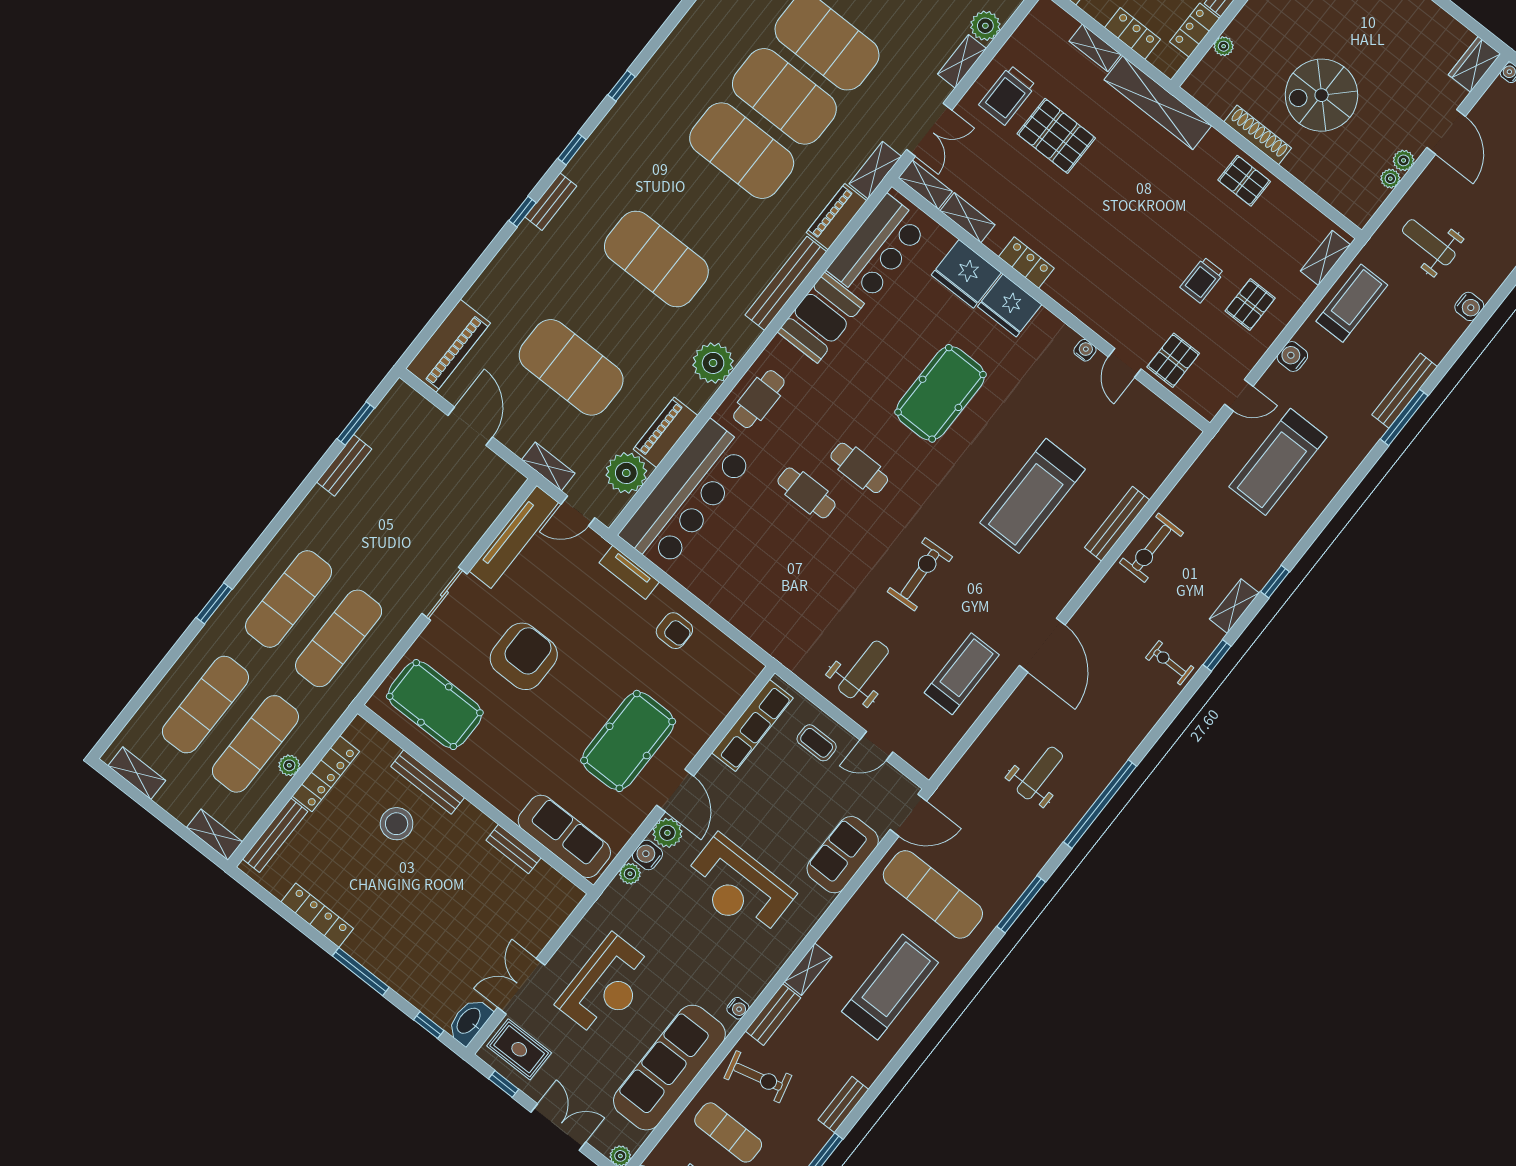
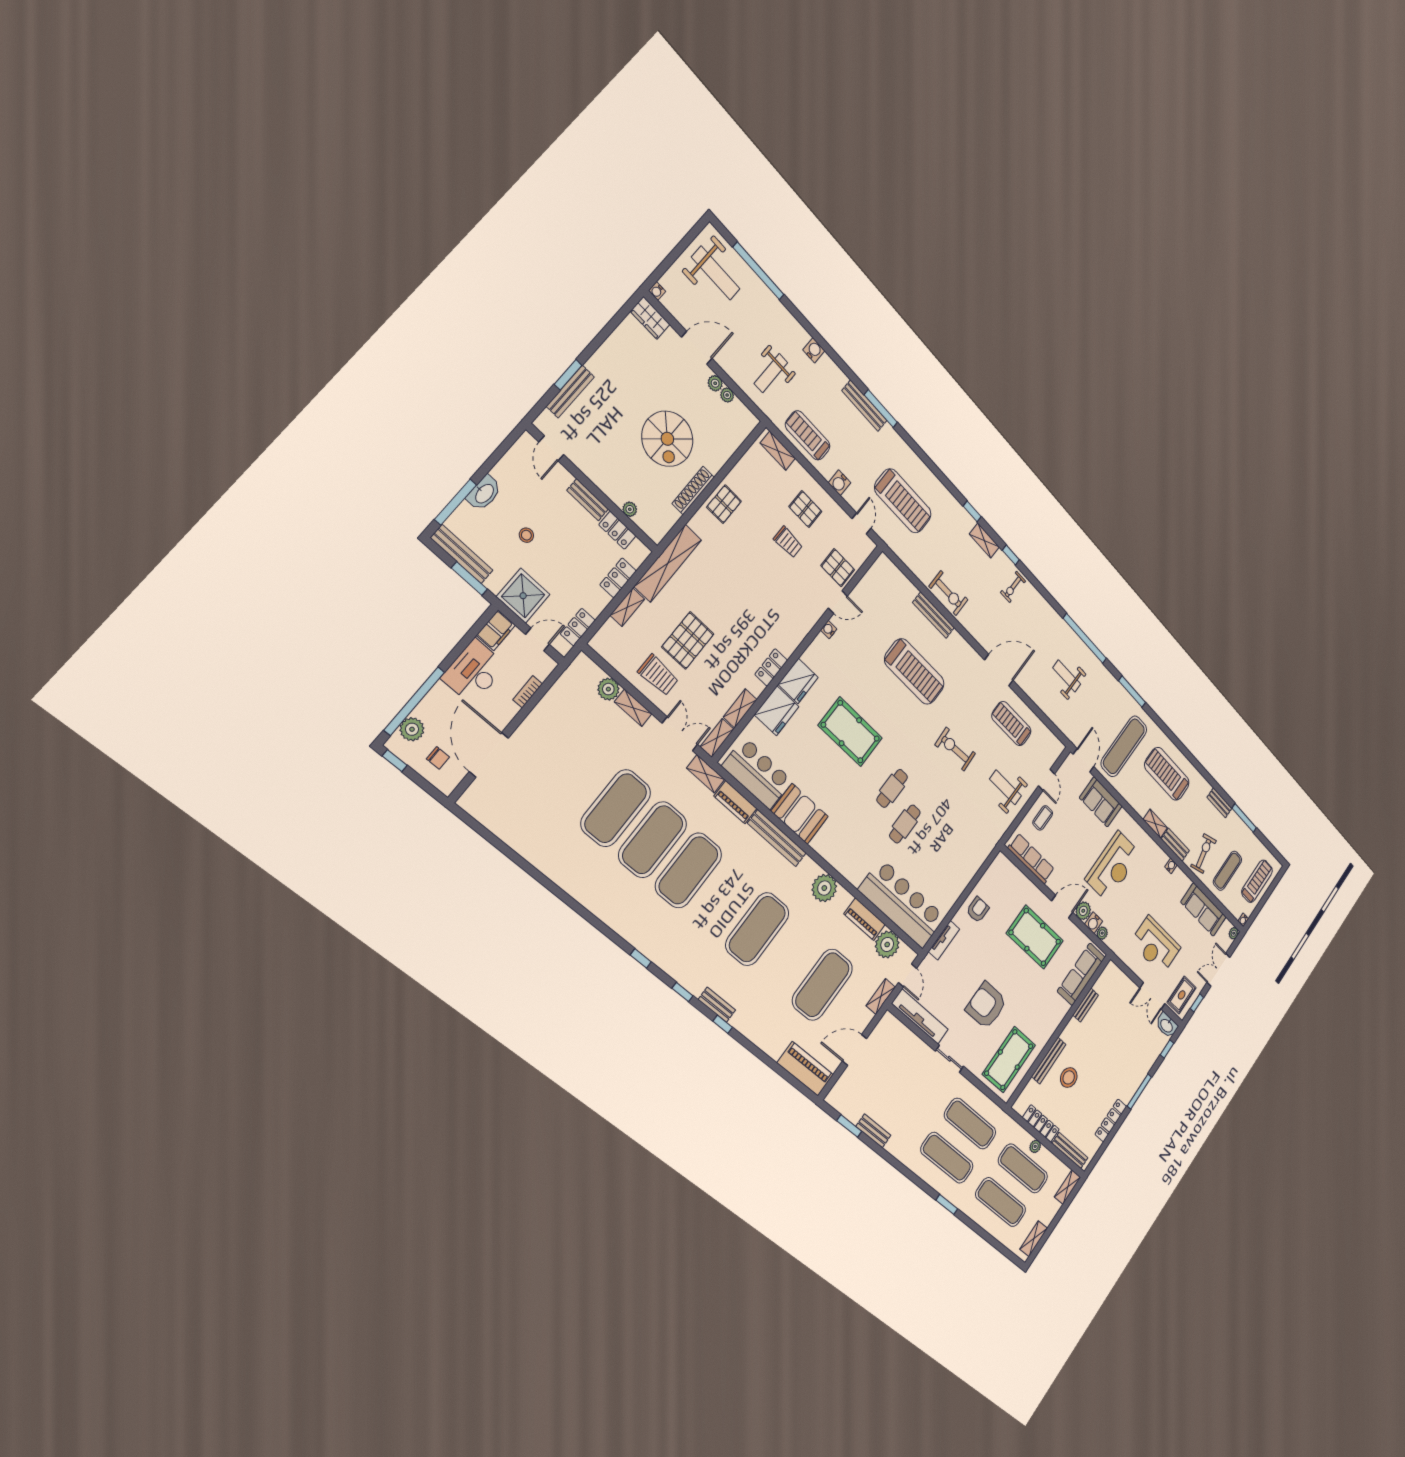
cafe table: (759, 399) -> (848, 856), removed
reception desk: (606, 986) -> (1156, 945), turned 180
sofa: (669, 1068) -> (1203, 910), width x0.74, depth x0.79

